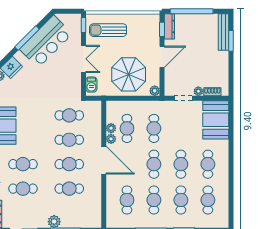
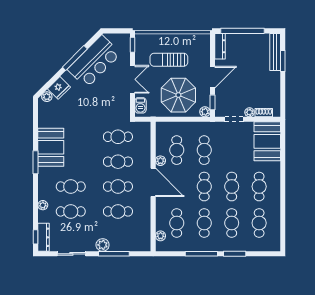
window: (162, 29) -> (212, 102), moved
sun lounger: (108, 30) -> (169, 60), moved
plant: (111, 128) -> (161, 236), moved

